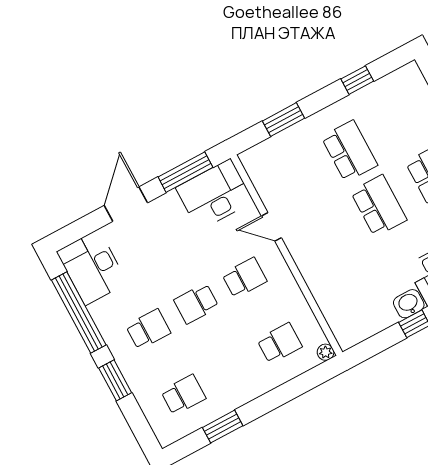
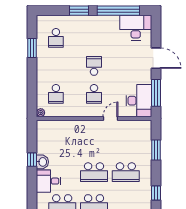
school desk: (148, 329) -> (94, 38), removed

